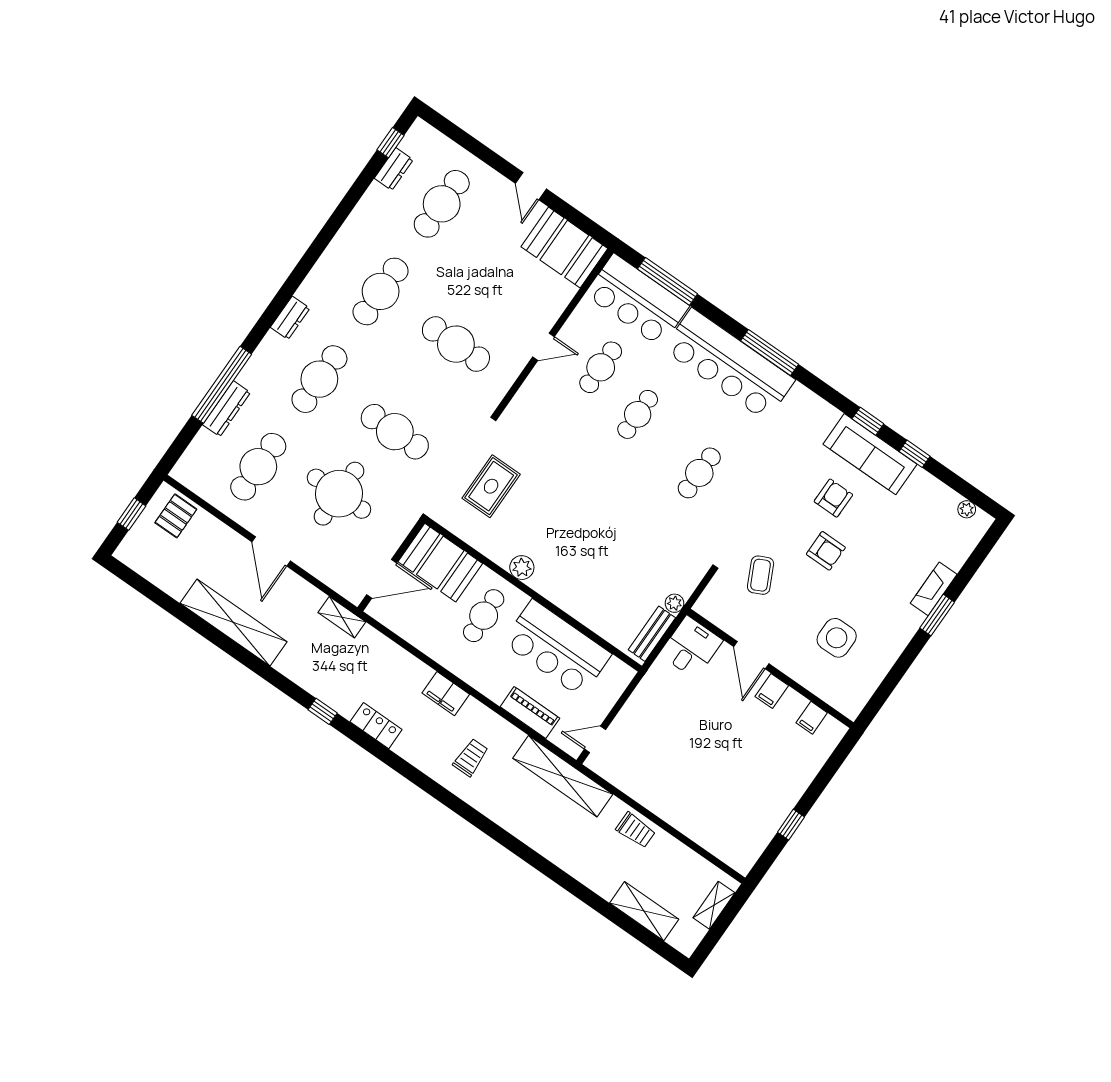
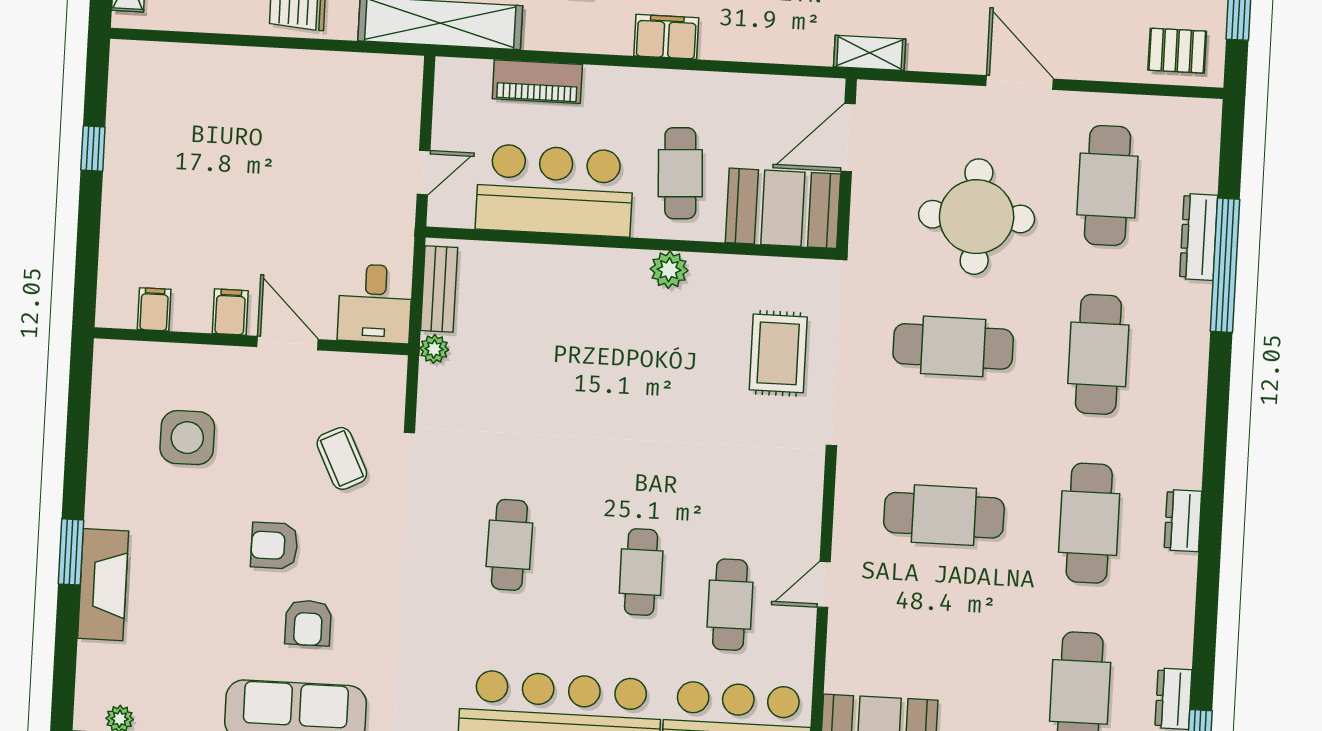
dresser: (290, 318) -> (1183, 521), moved
pallet: (176, 516) -> (1177, 51), turned 90
fireplace: (934, 589) -> (103, 585), width x1.37, depth x1.32
door: (595, 739) -> (424, 172), moved

